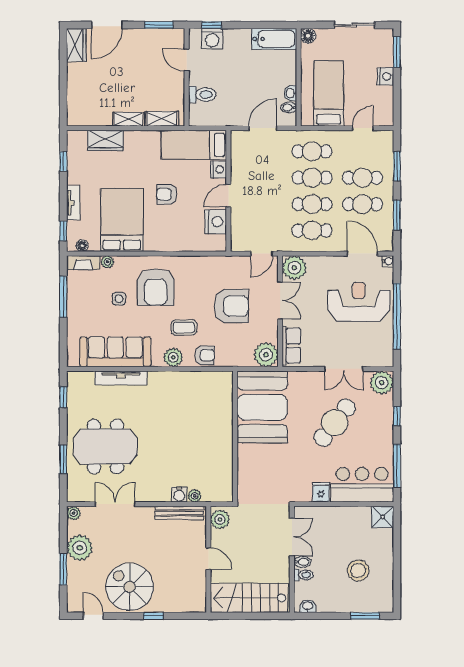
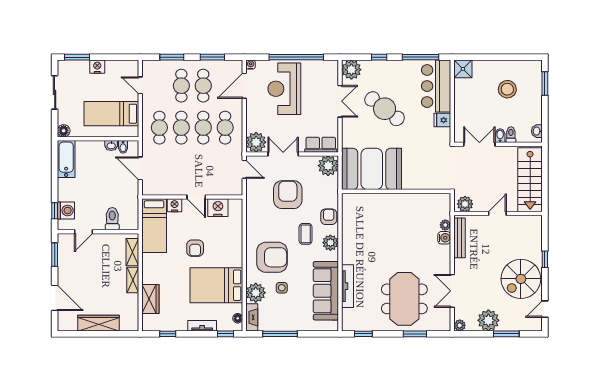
wardrobe: (76, 45) -> (99, 323), moved, width x1.50
plant: (107, 262) -> (256, 293), width x1.88, depth x1.88

